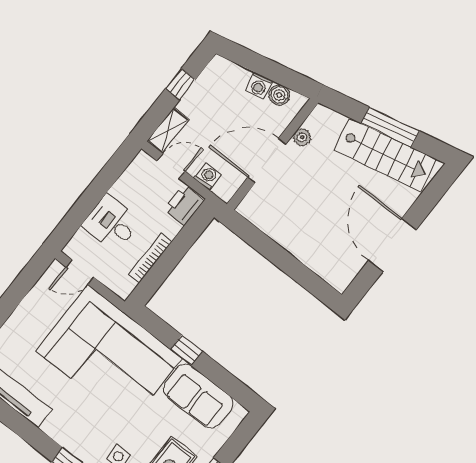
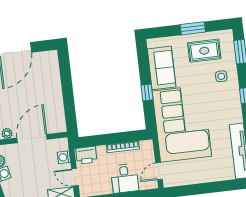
door: (267, 161) -> (32, 139), swing flipped
door: (80, 272) -> (159, 171), swing flipped

